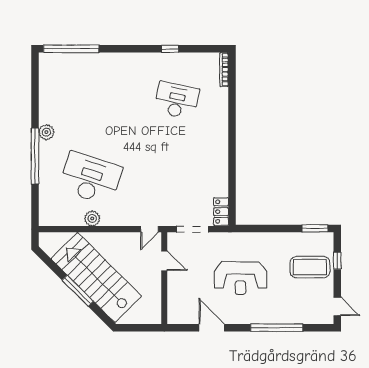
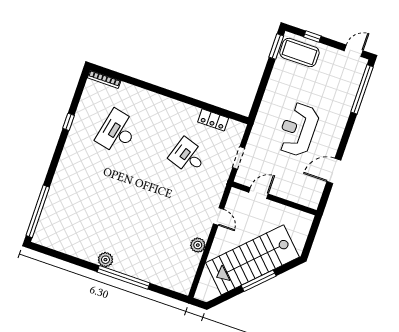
desk: (90, 178) -> (188, 156), moved, width x0.53, depth x0.77
locker: (221, 212) -> (213, 120), moved
door: (149, 229) -> (218, 216), moved
doorway: (192, 229) -> (239, 158), width x0.73
coffee table: (310, 267) -> (299, 53), moved, turned 90
reception desk: (241, 278) -> (298, 129), turned 180
window: (277, 328) -> (362, 89), moved

